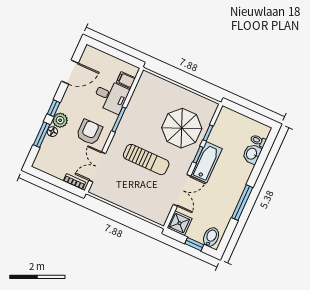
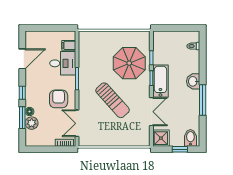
plant: (60, 120) -> (32, 123), moved
washbasin: (252, 154) -> (193, 81), moved
sun lounger: (146, 160) -> (113, 100), turned 48

